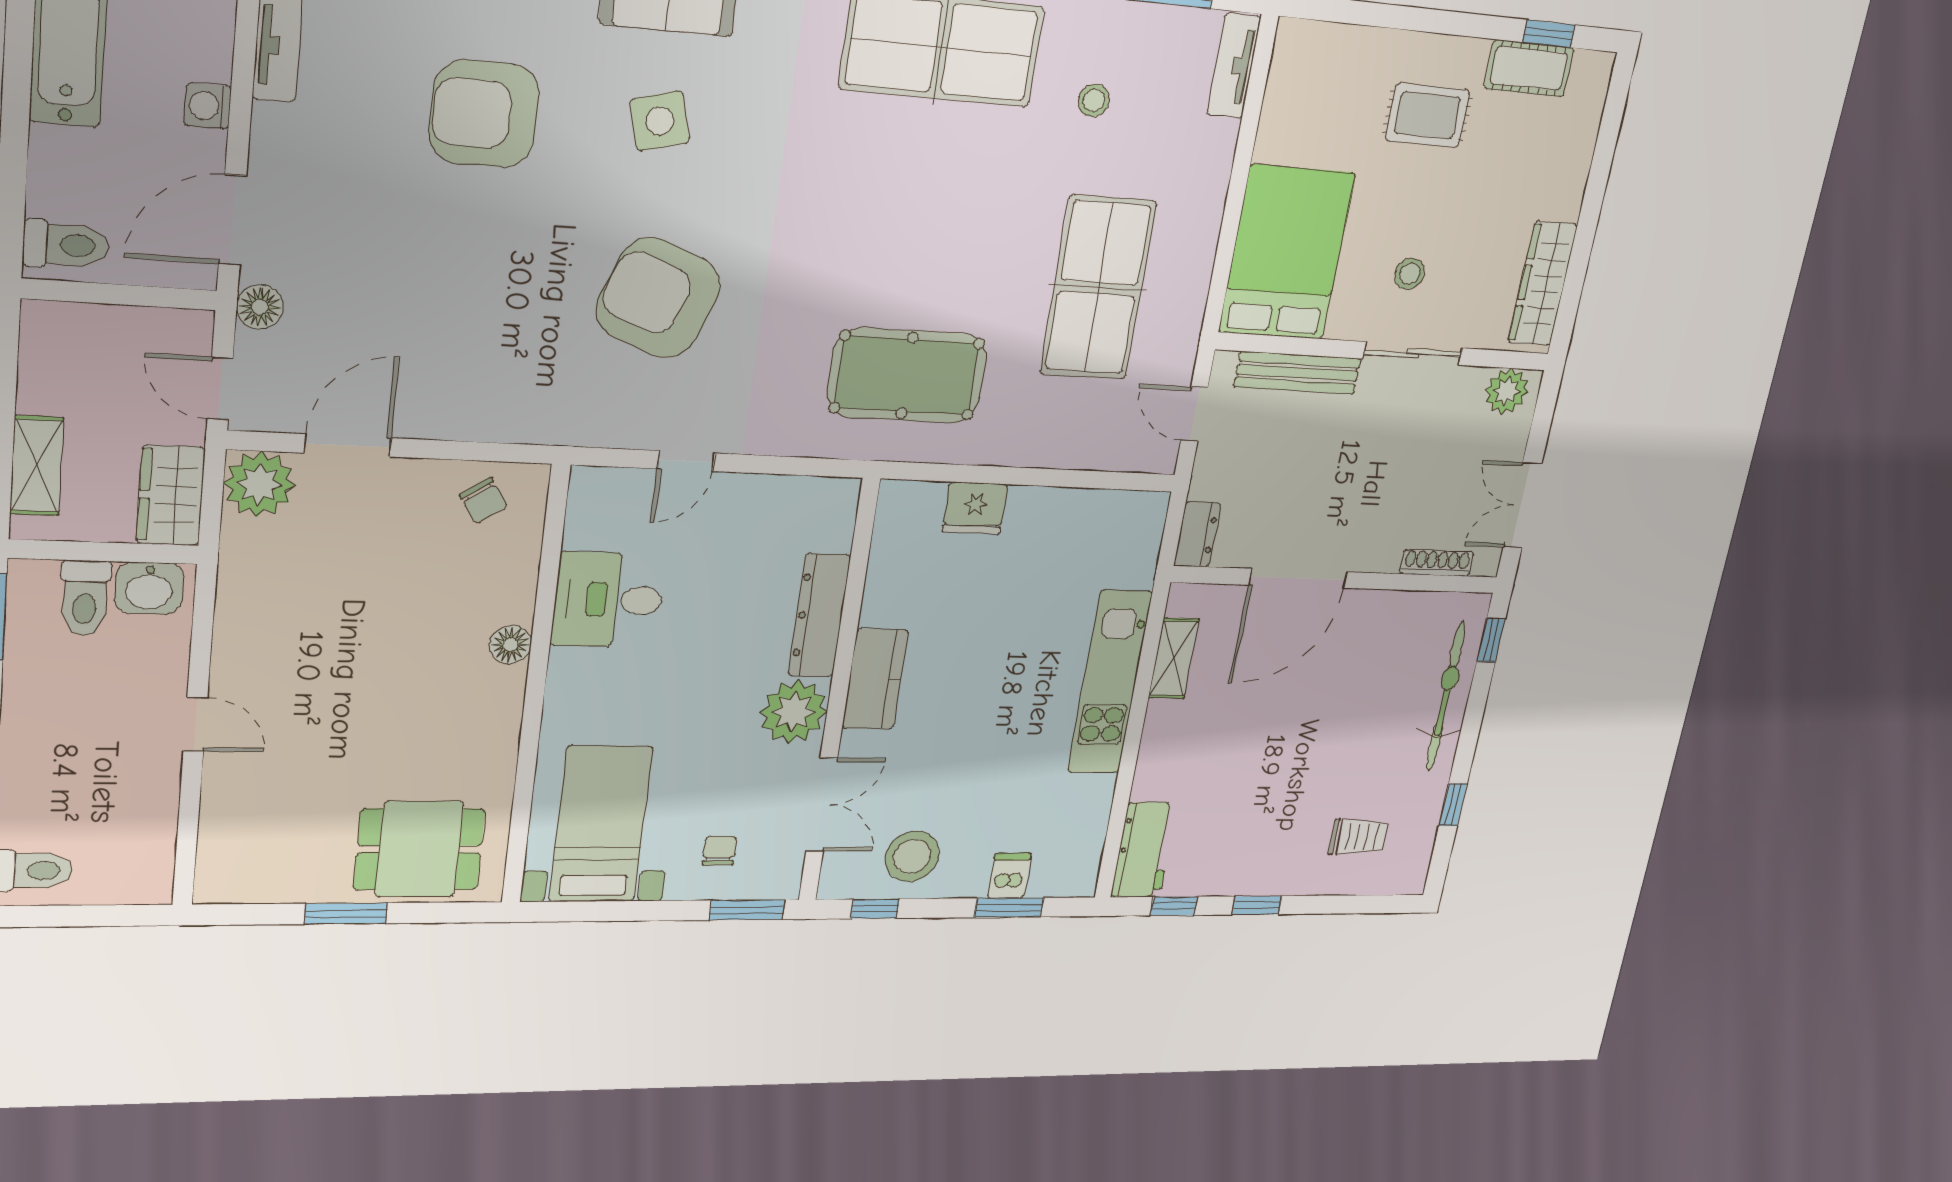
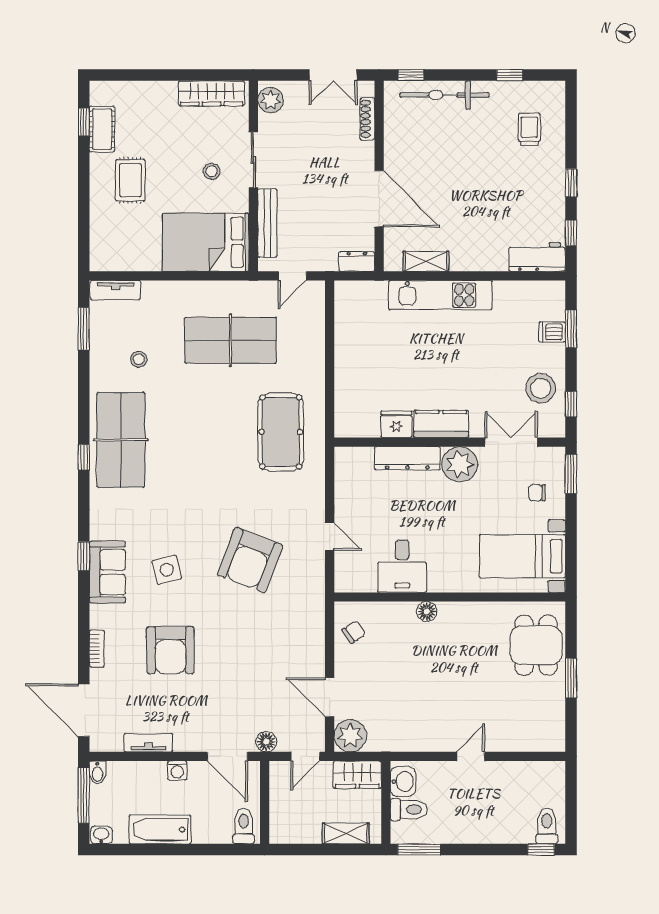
fridge: (975, 508) -> (396, 424), moved, turned -90

